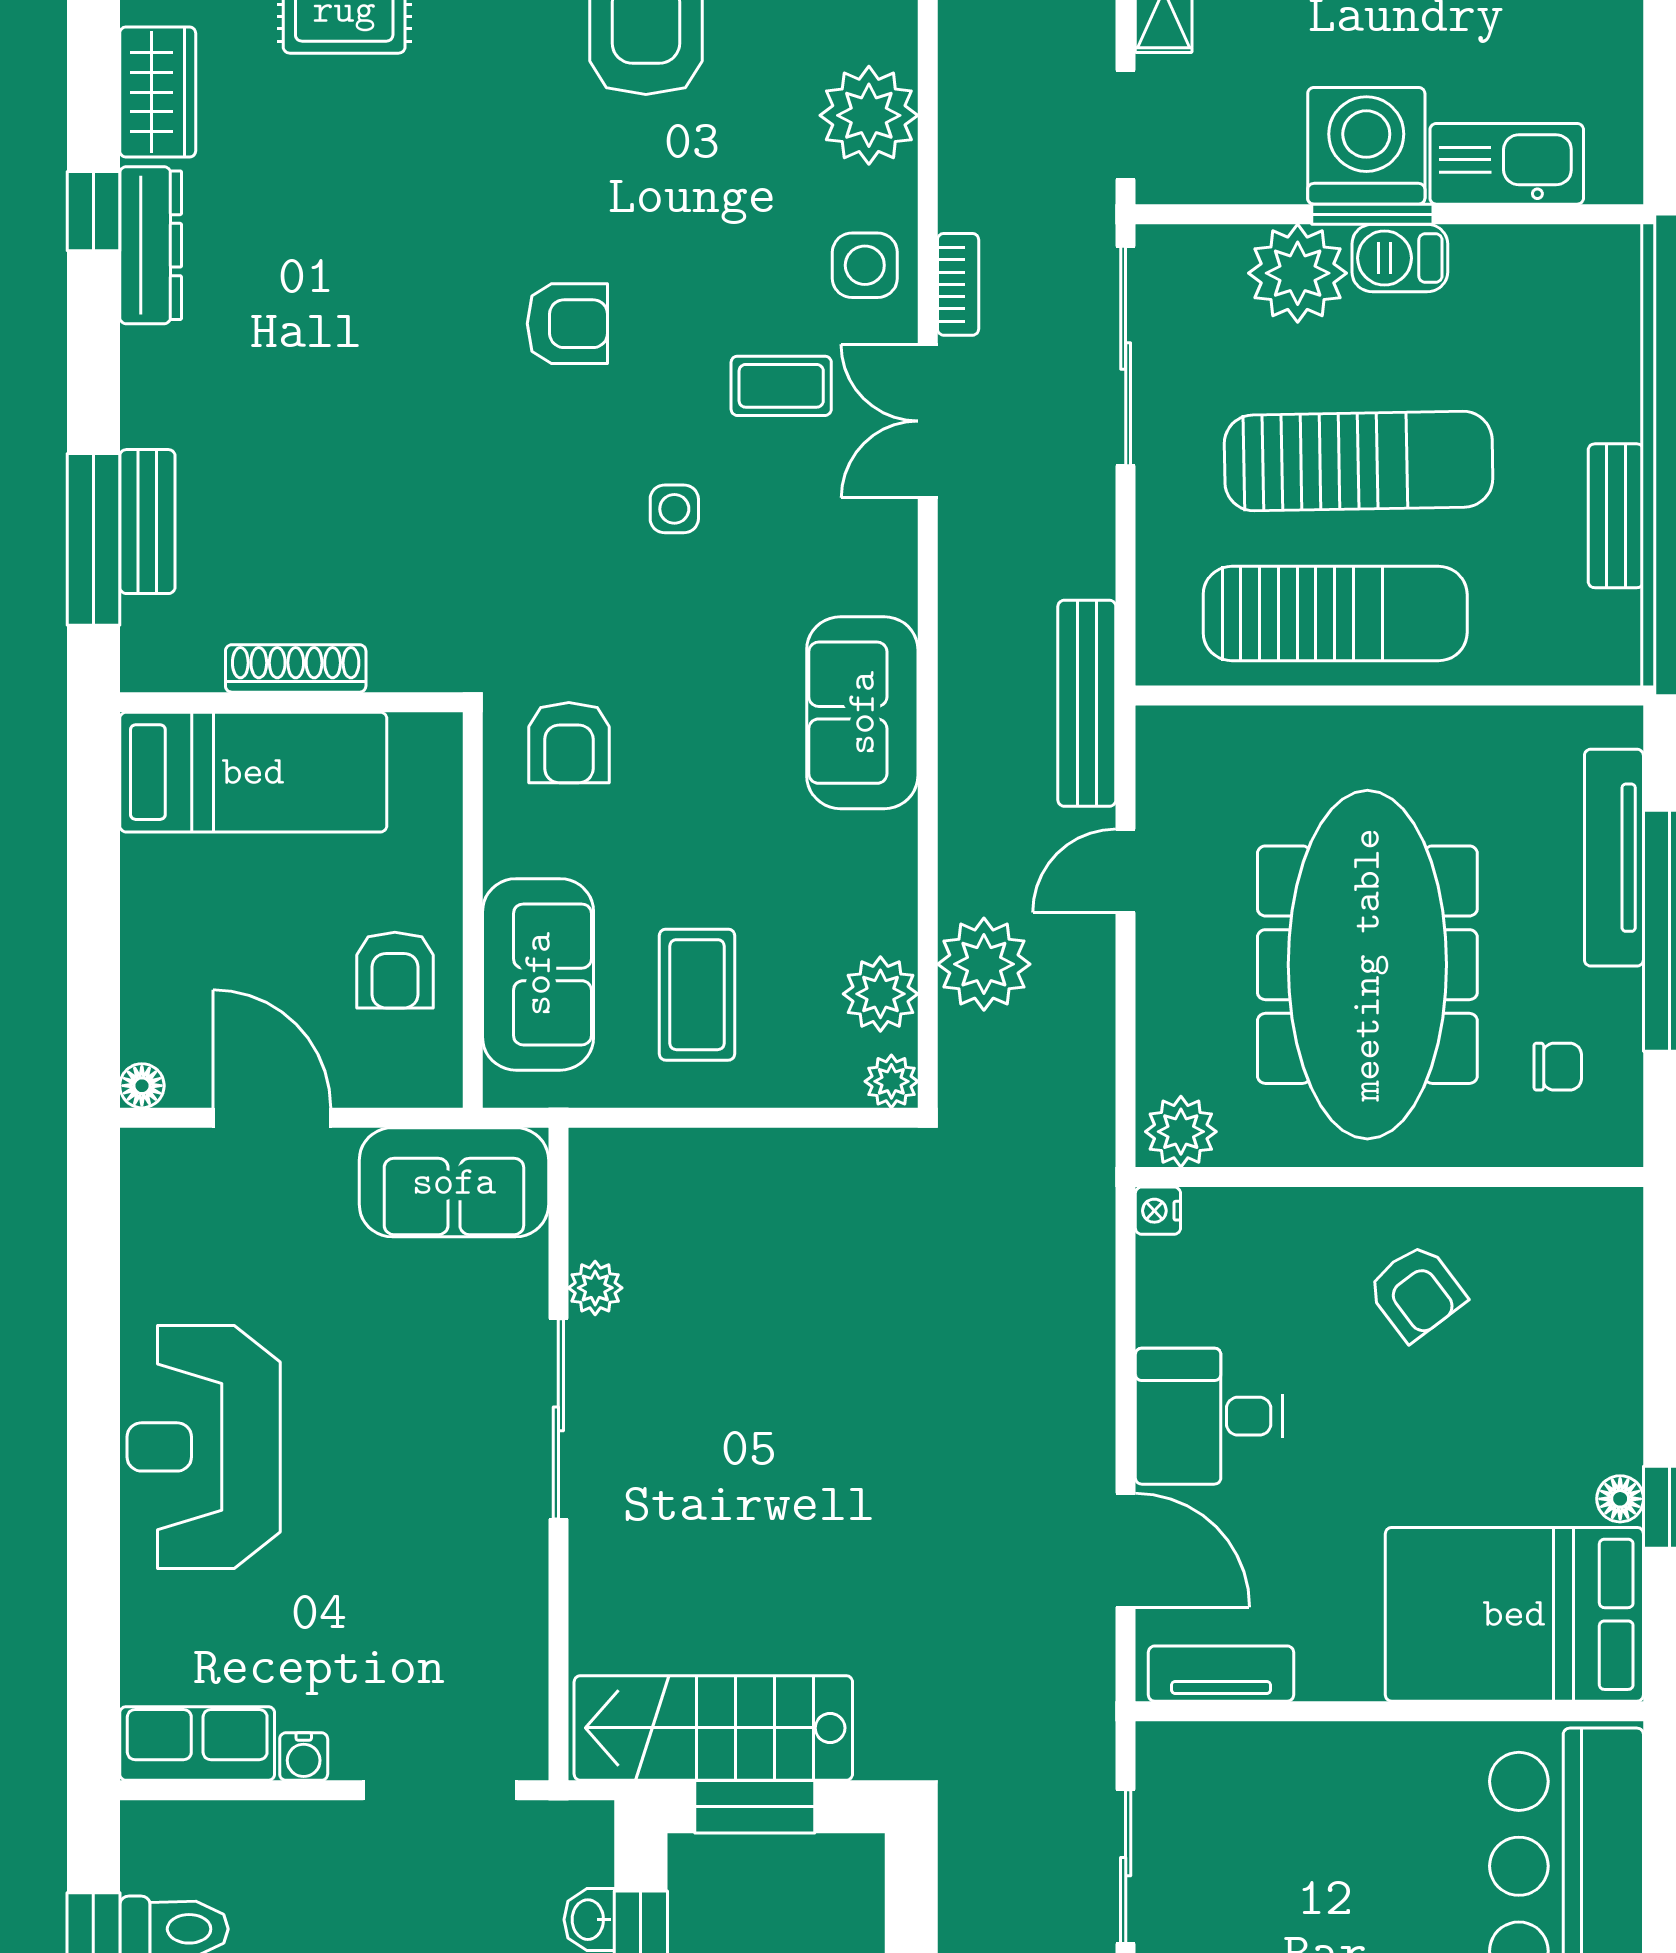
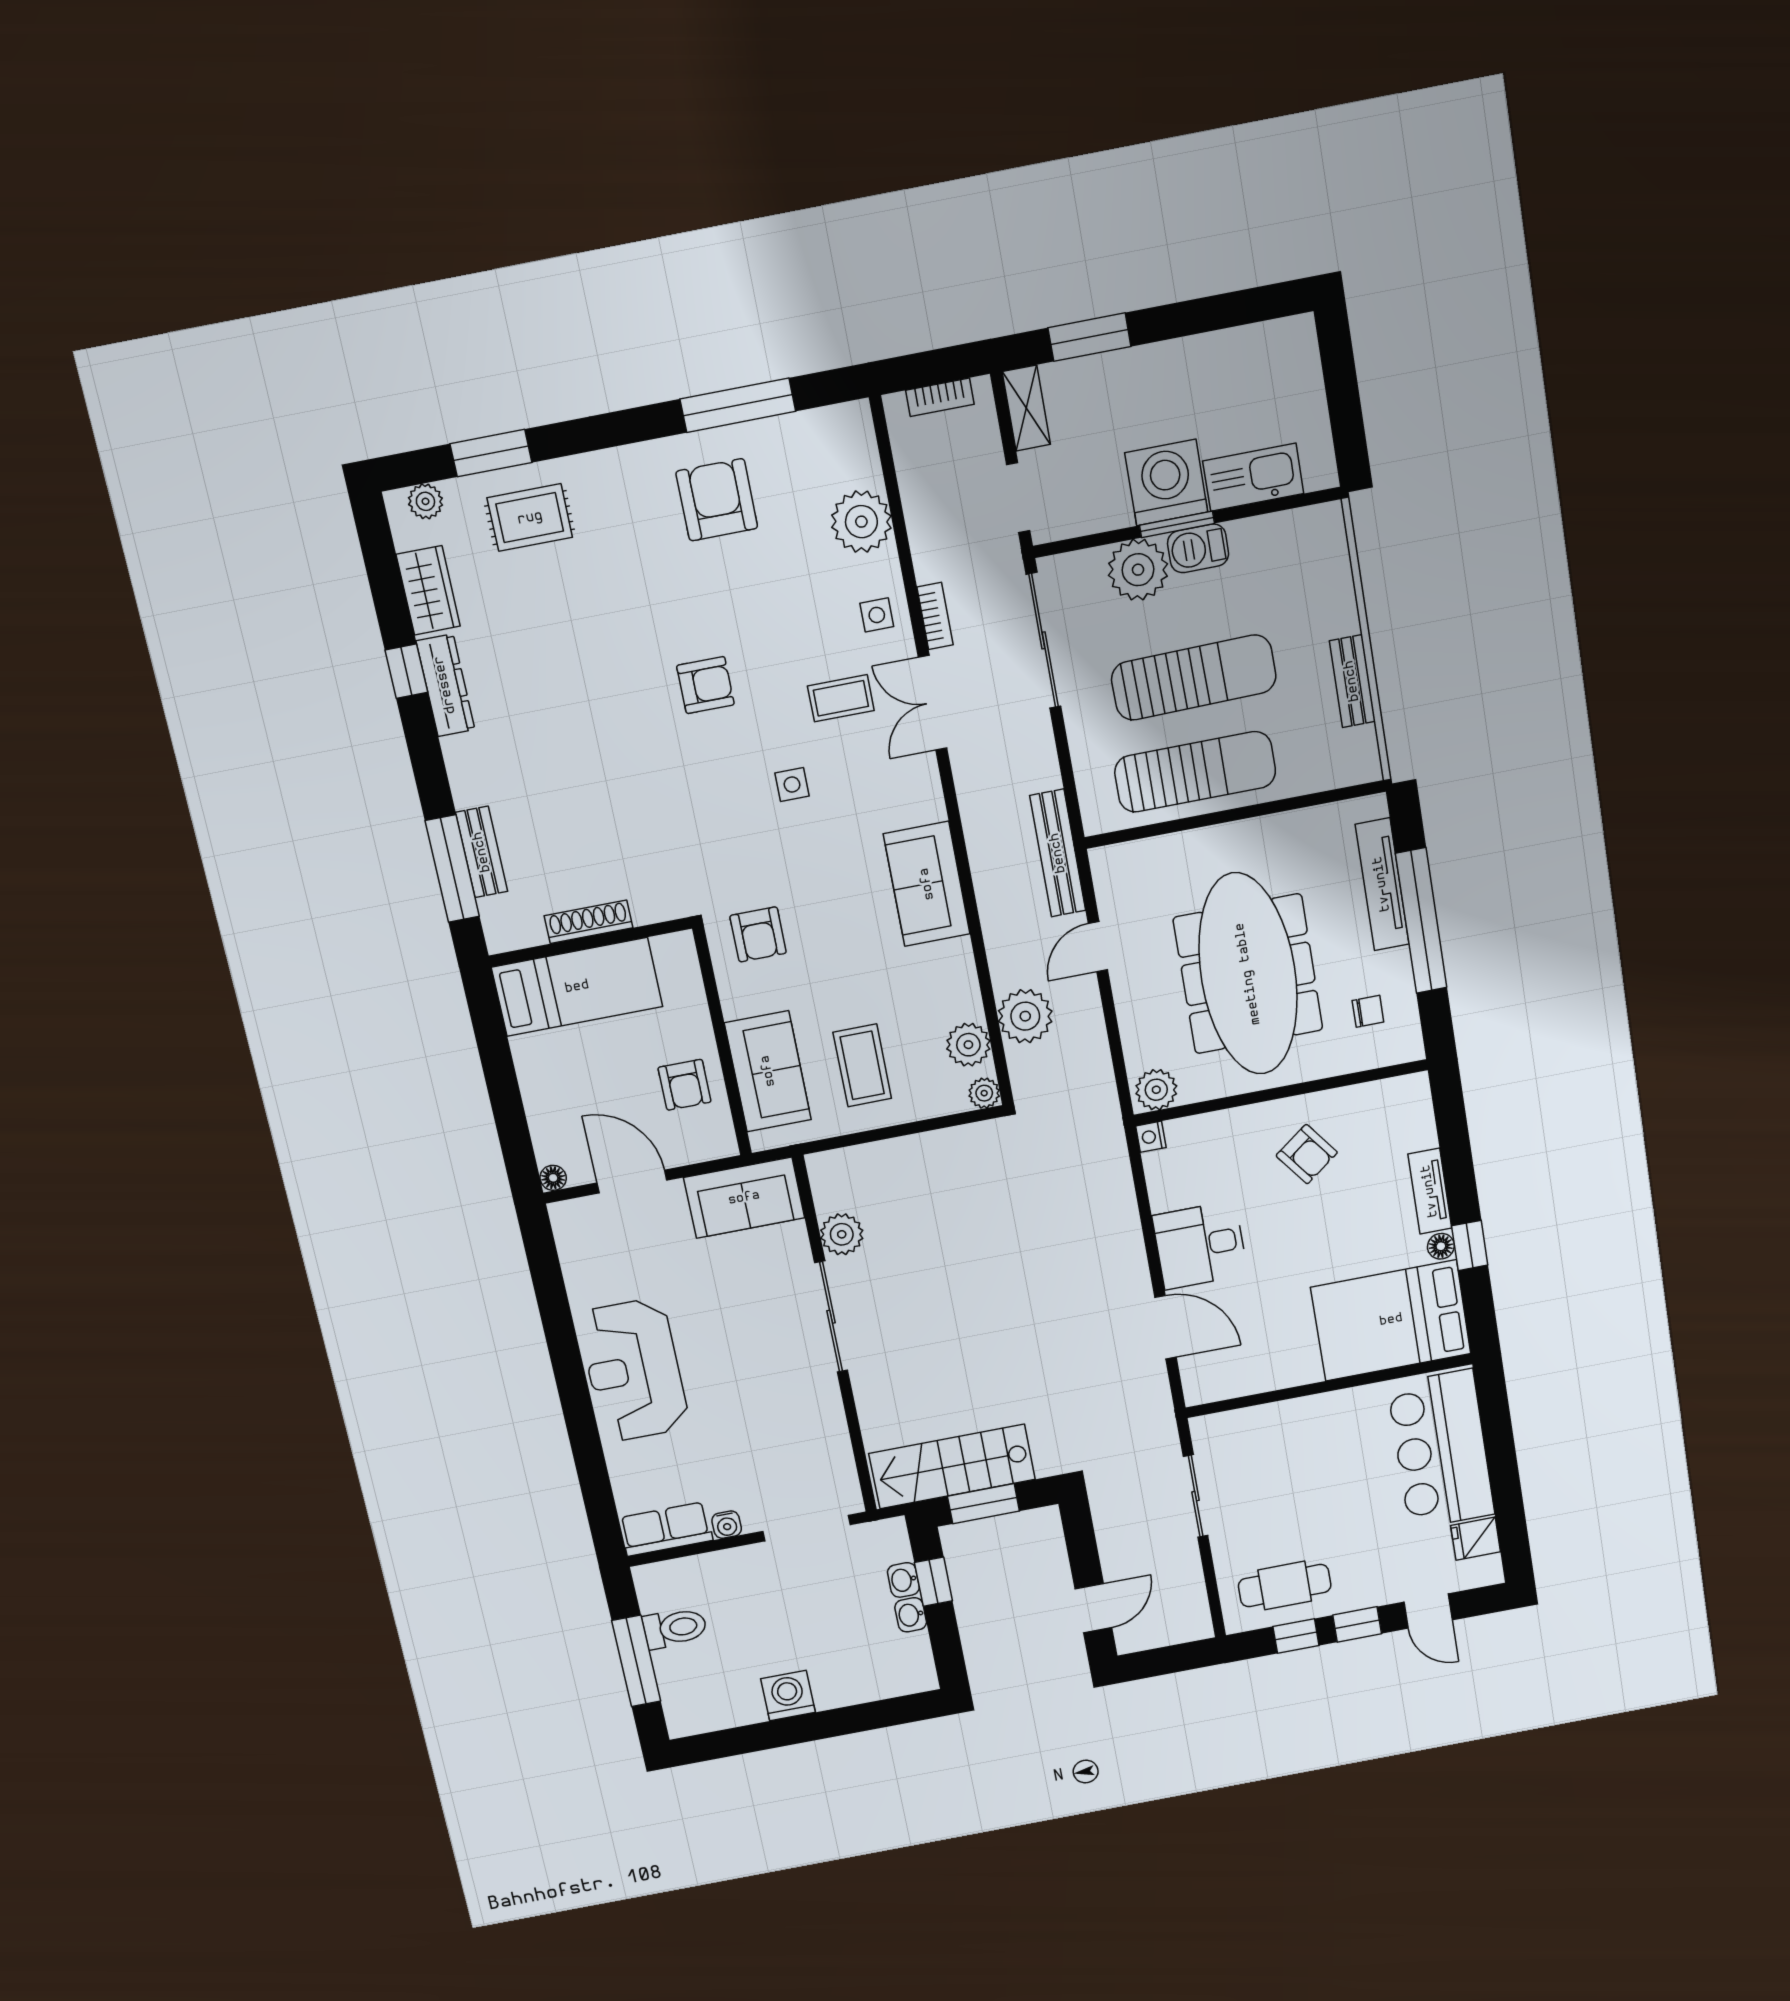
side table: (865, 265) -> (877, 615), width x0.73, depth x0.73
plant: (595, 1288) -> (842, 1234), width x1.38, depth x1.38
tv unit: (1221, 1674) -> (1430, 1191), moved, turned -90

